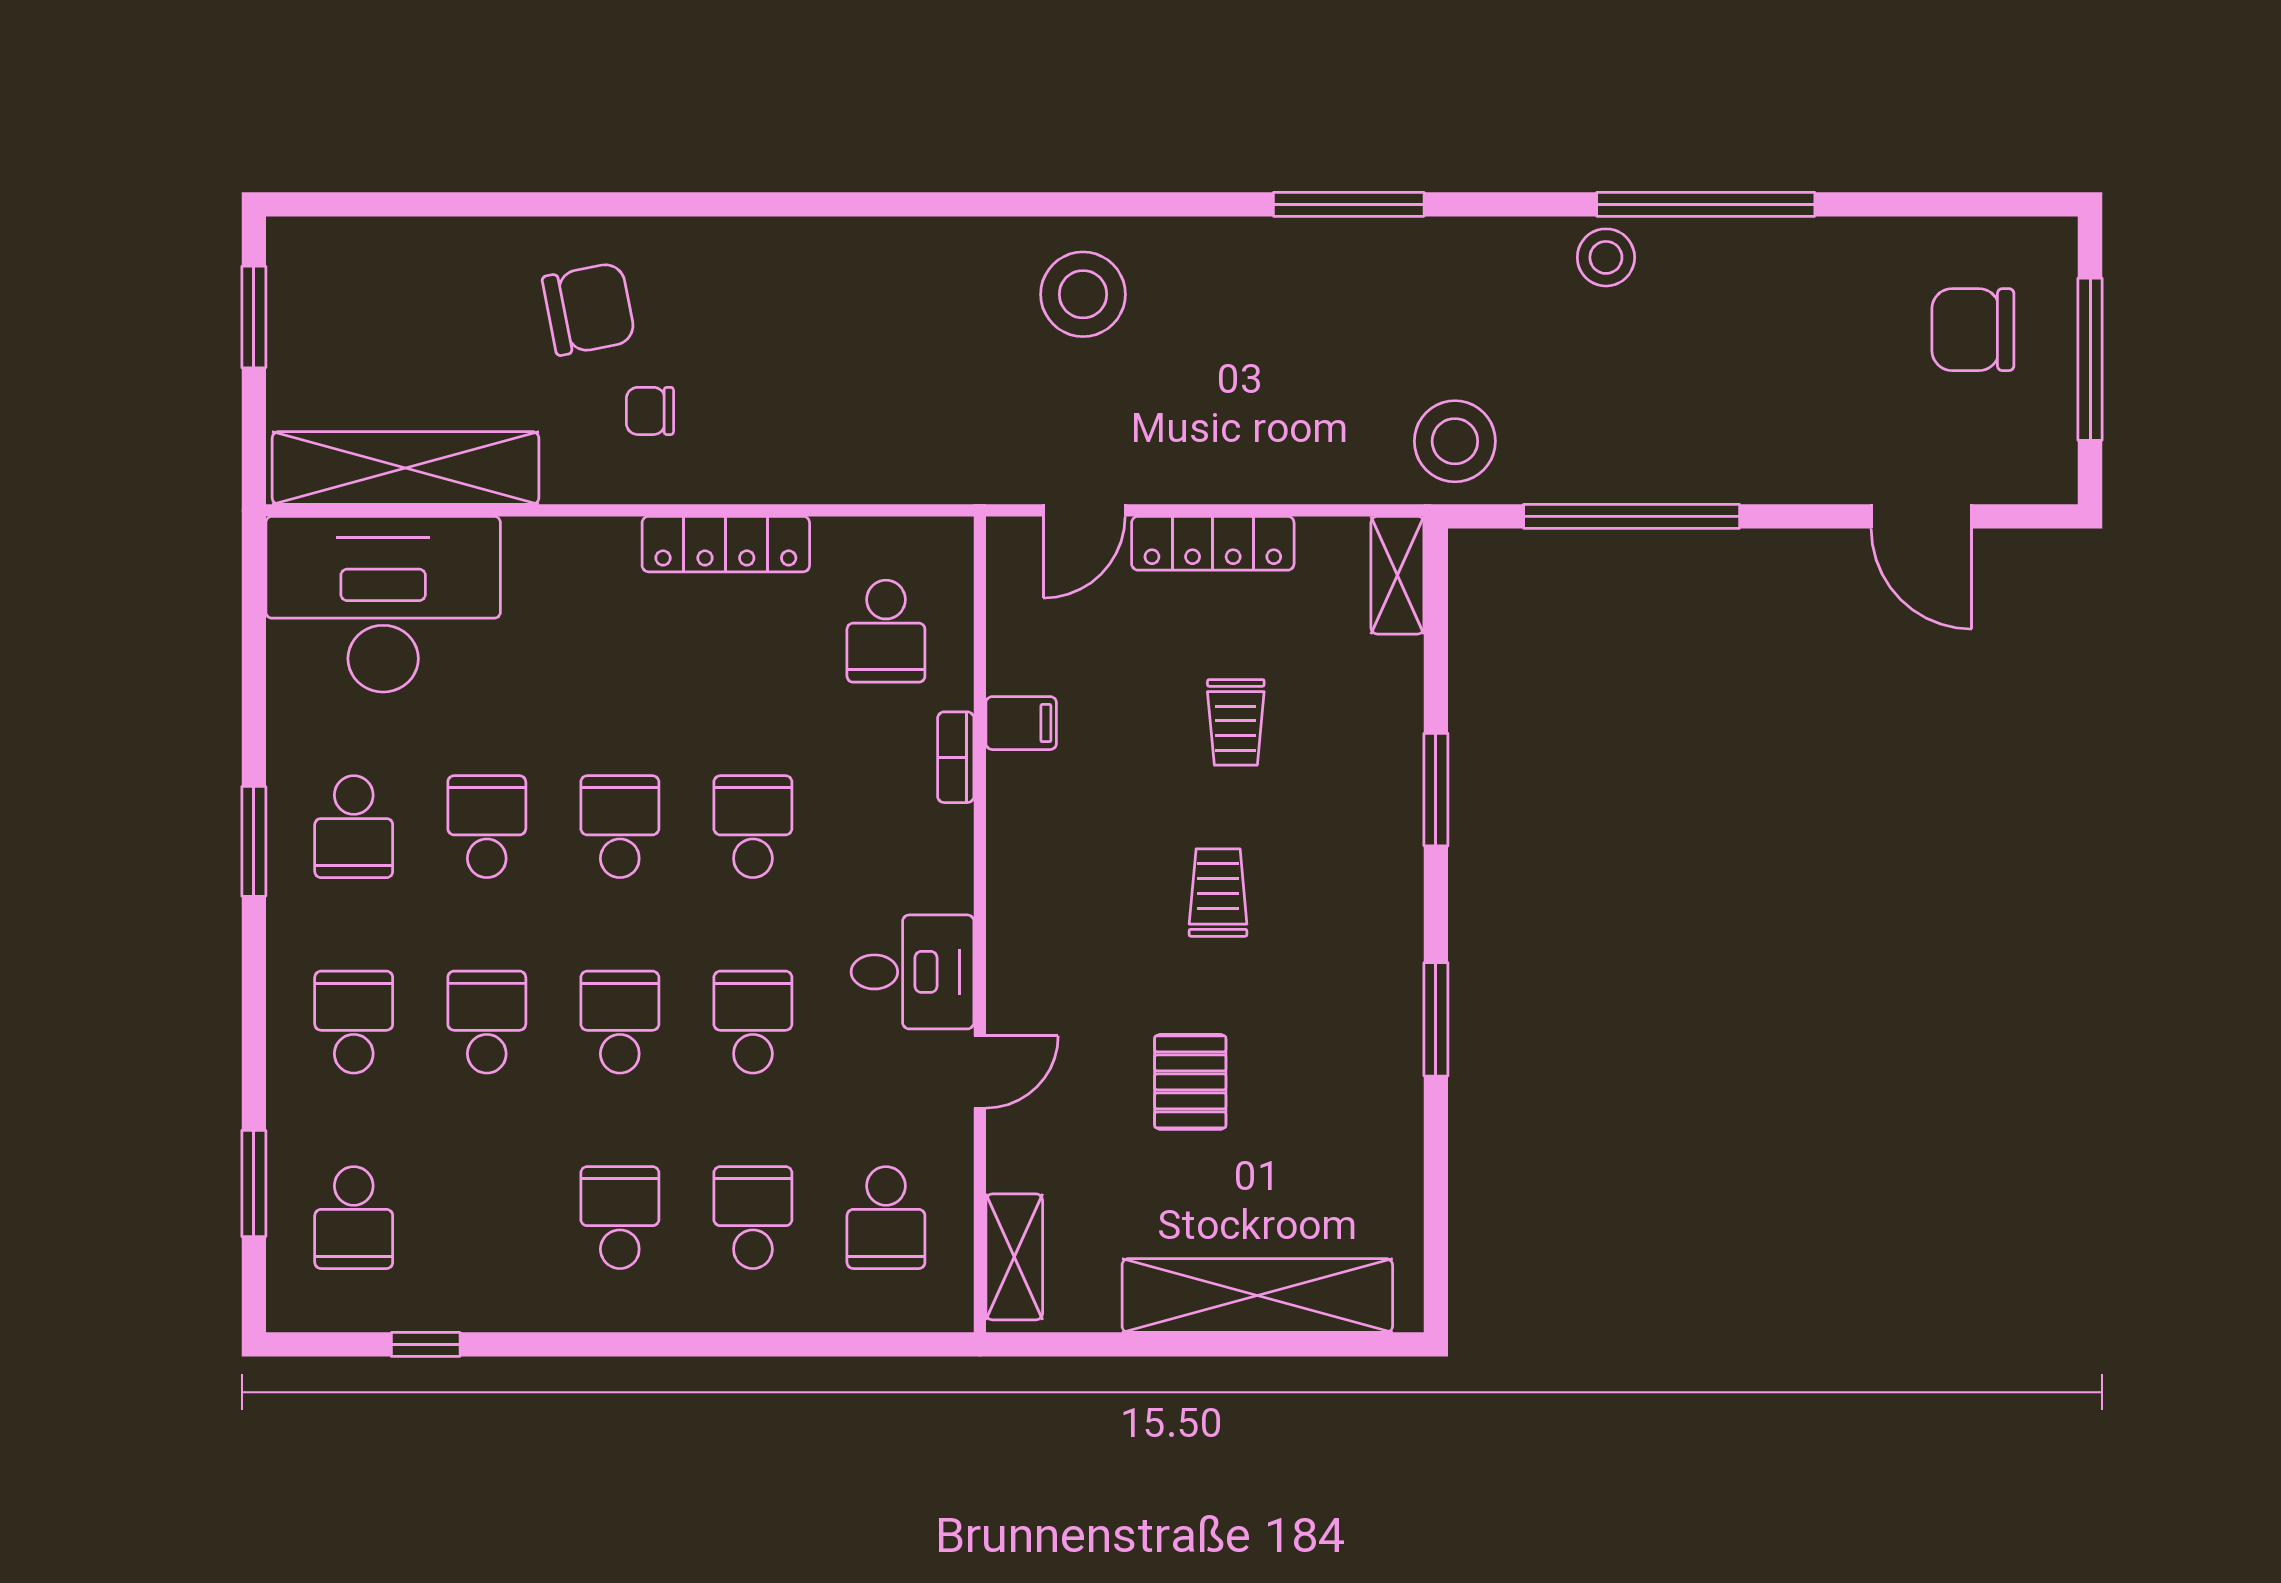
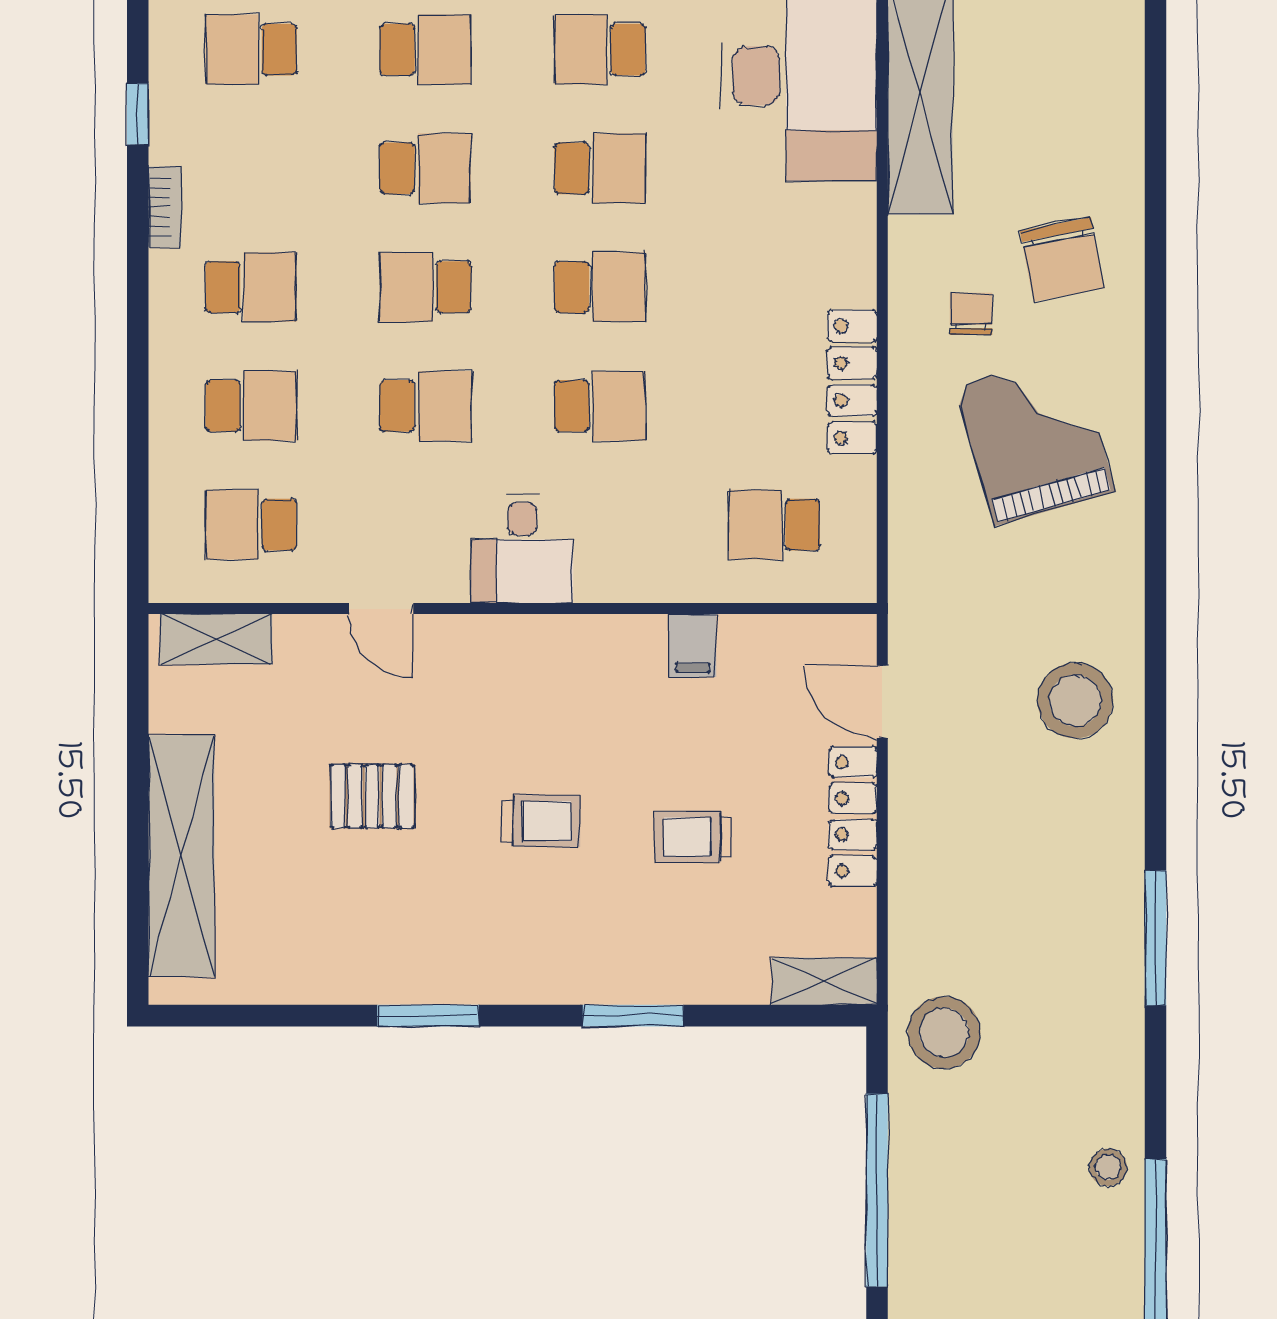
stool: (1606, 257) -> (1108, 1167), width x0.73, depth x0.73
grand piano: (789, 339) -> (1035, 439), added
bookcase: (956, 757) -> (165, 207), moved, turned 90
desk: (912, 972) -> (522, 548), moved
school desk: (620, 1022) -> (425, 287), turned 180

